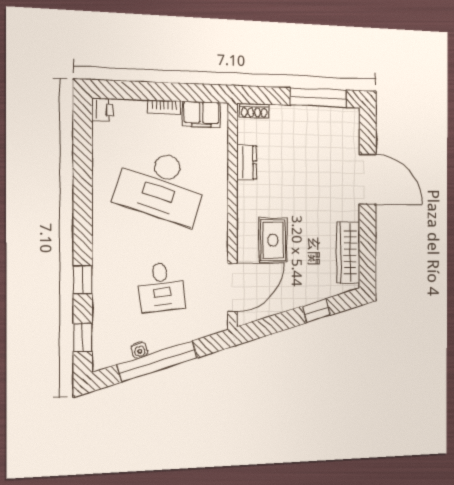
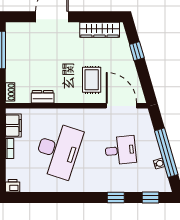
rug: (273, 240) -> (92, 80), turned 90

